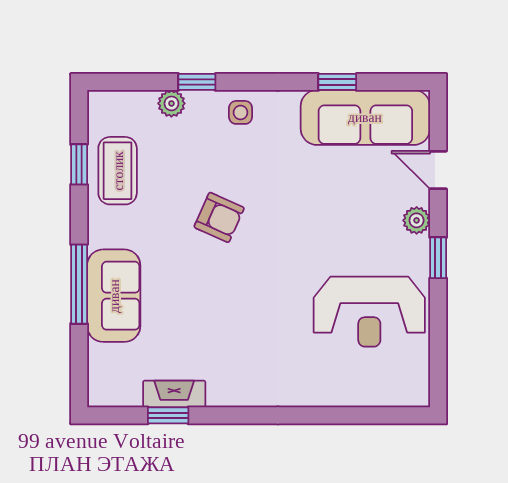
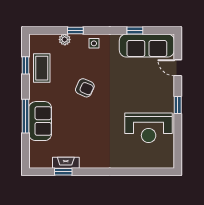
plant: (417, 220) -> (169, 89), removed

